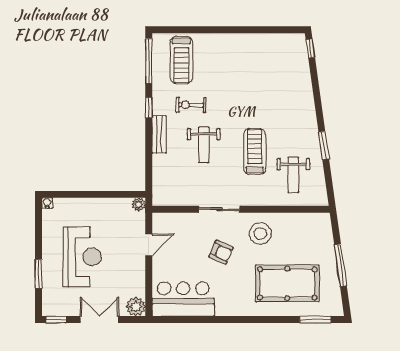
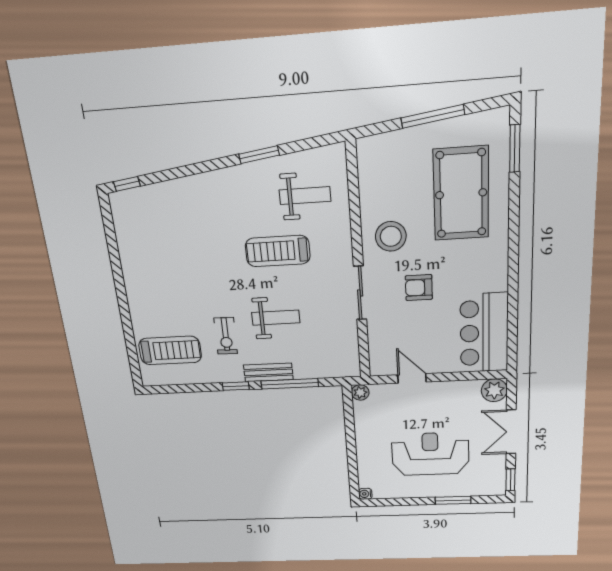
window: (149, 61) -> (290, 384), moved
armchair: (221, 252) -> (419, 288), turned -114

